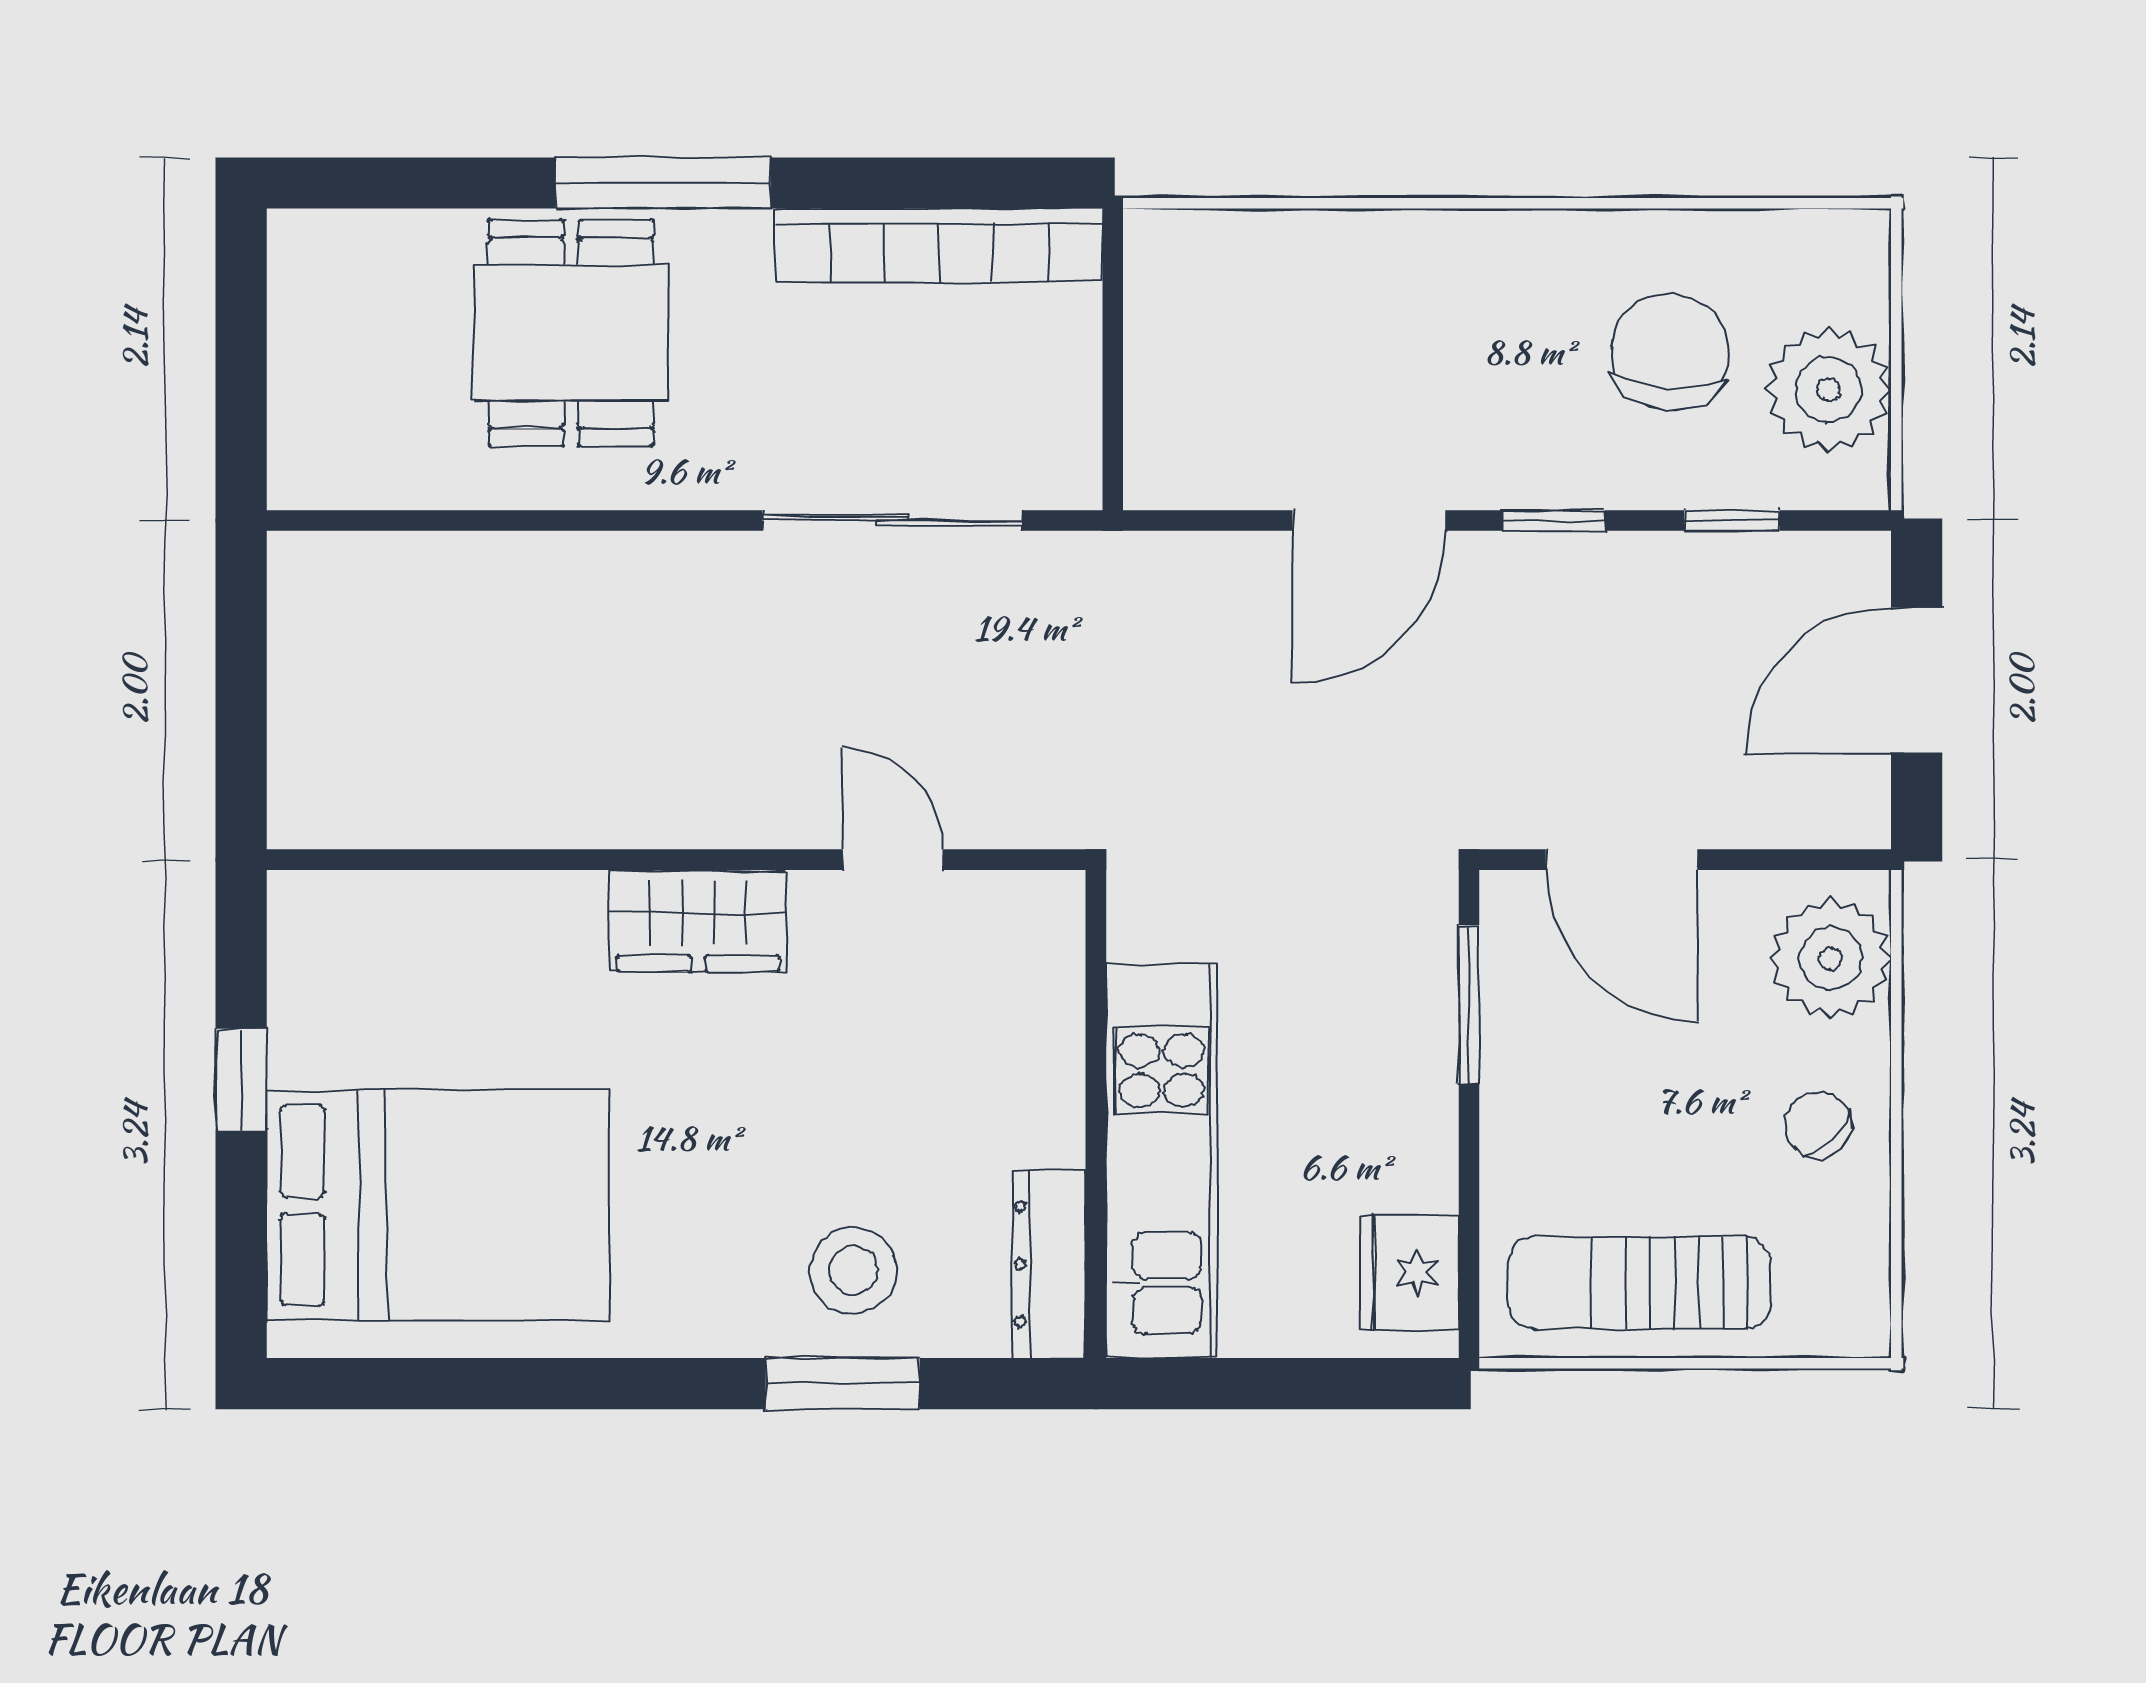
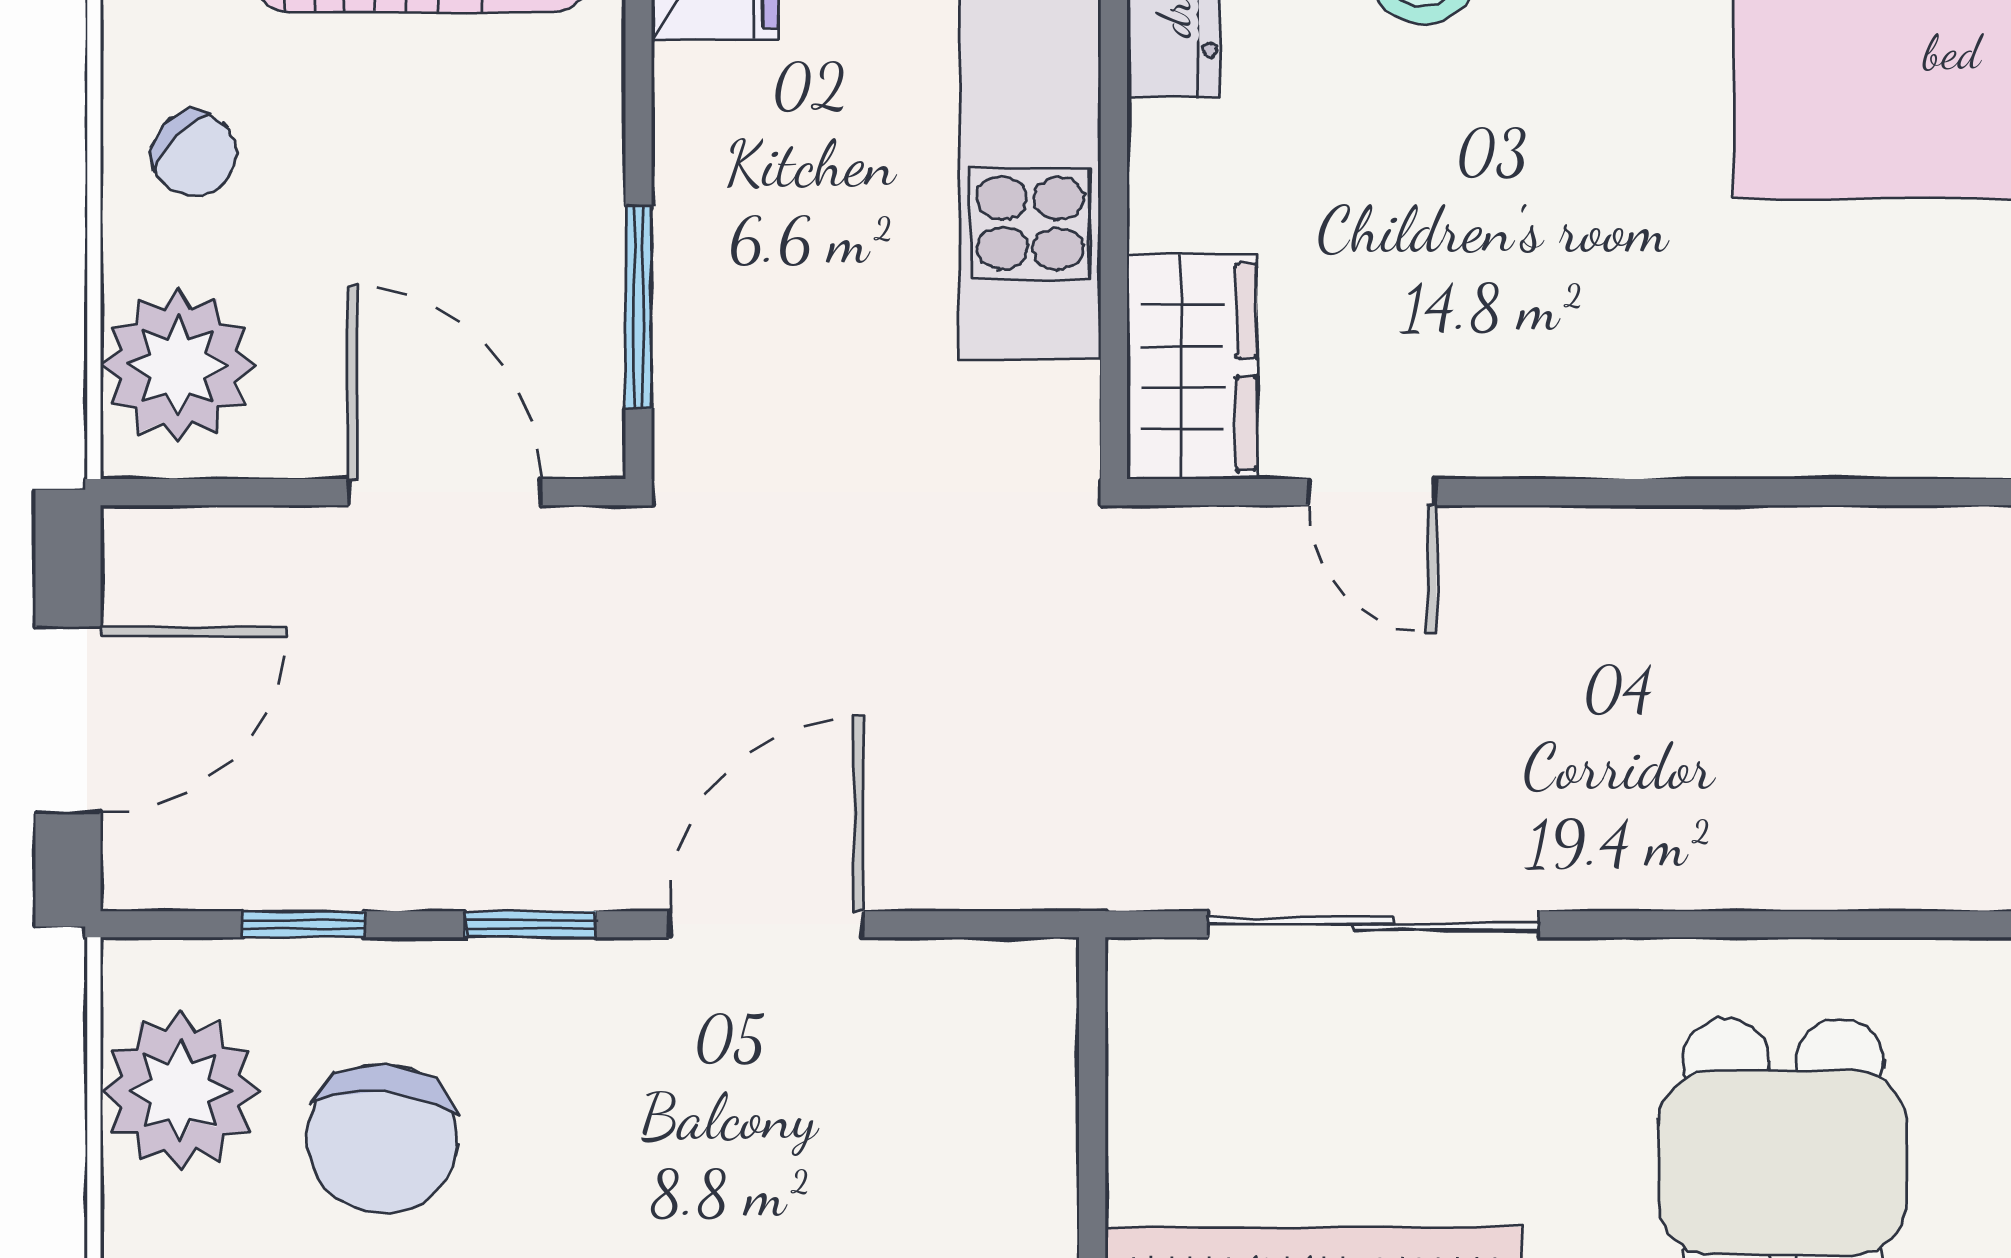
wardrobe: (698, 921) -> (1192, 367), moved, turned 90

